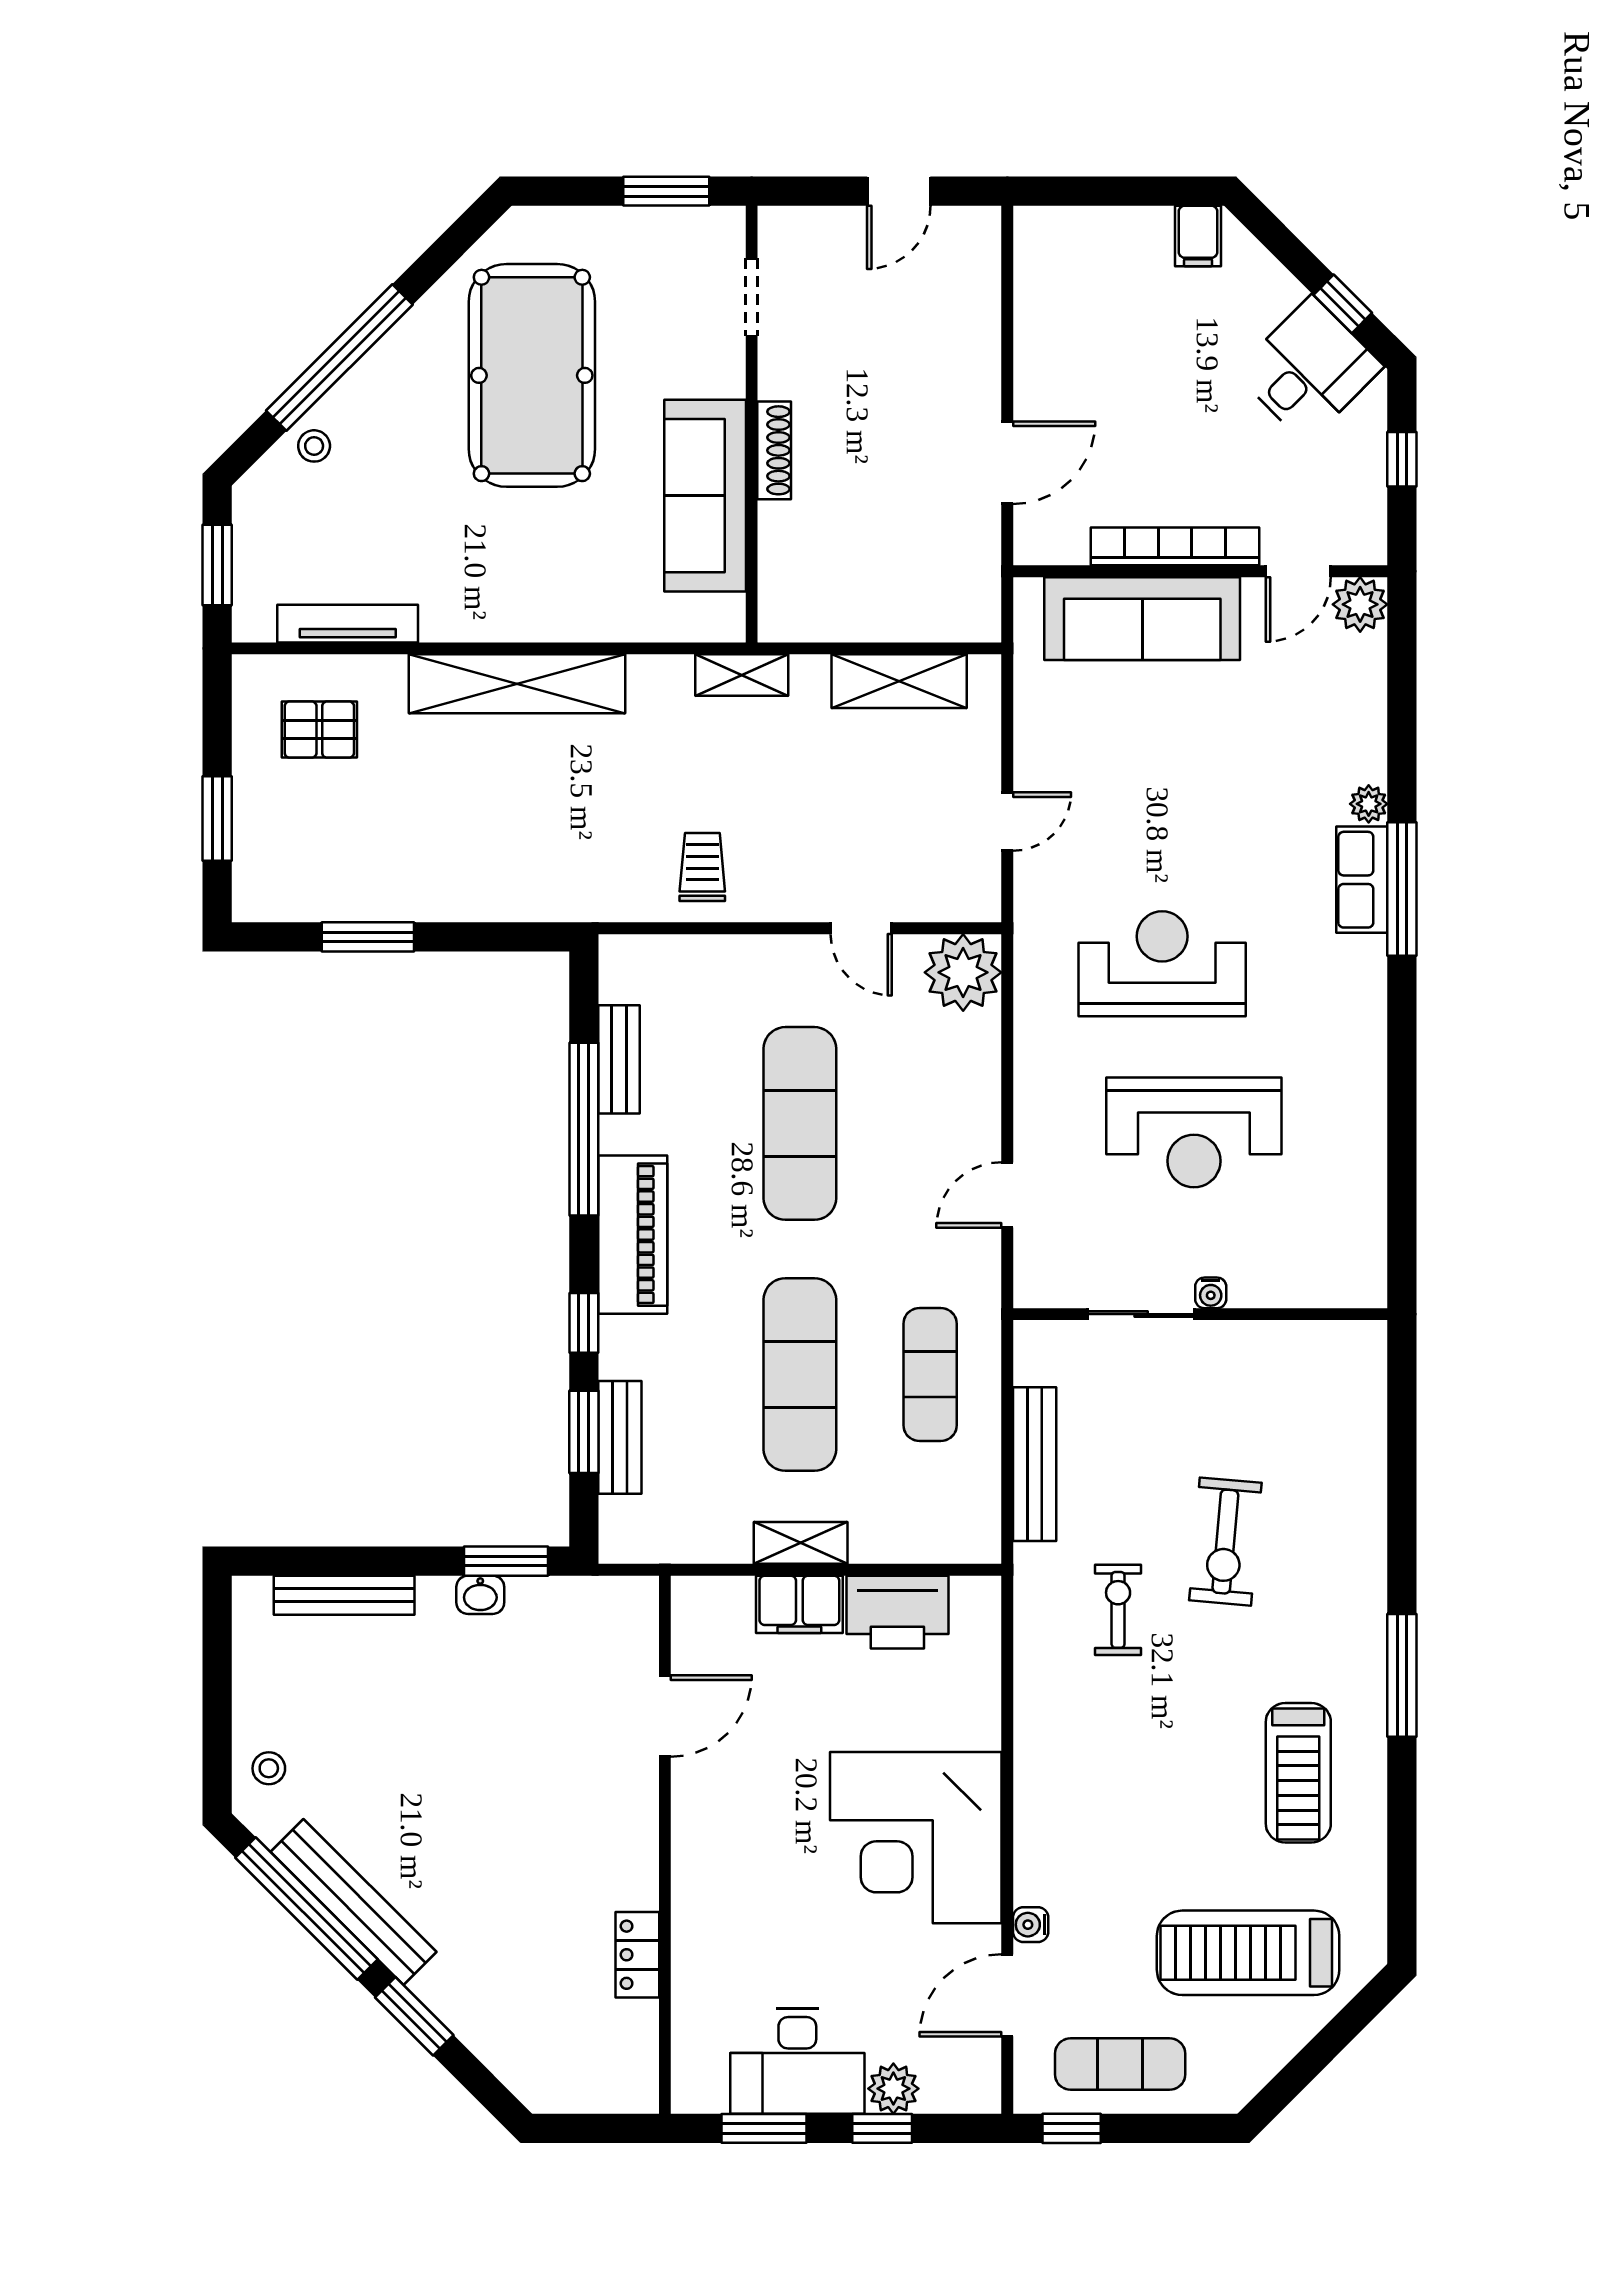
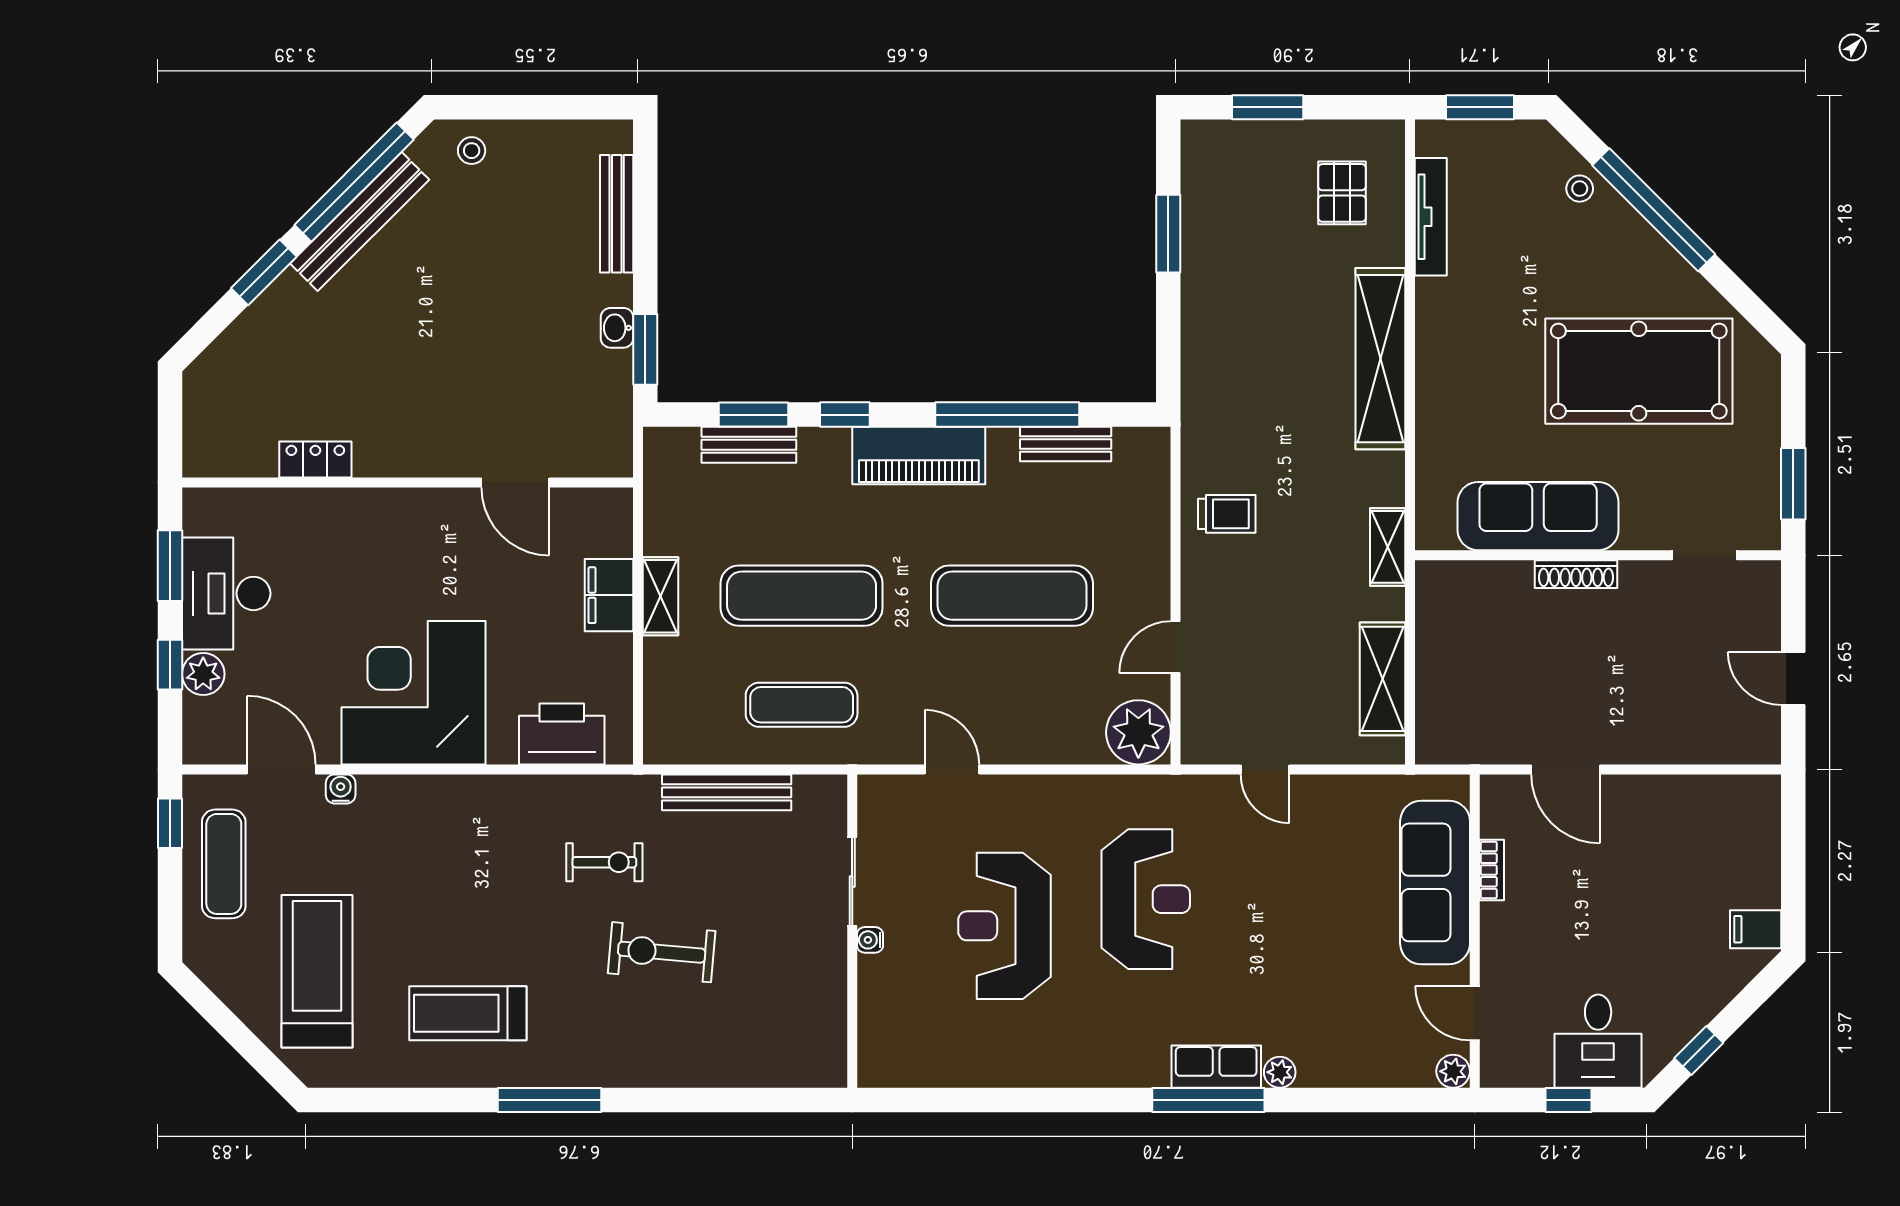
desk: (1309, 369) -> (1598, 1041), moved, turned 45
bookcase: (1175, 546) -> (1492, 870), width x0.43, depth x0.76
plant: (1360, 604) -> (1453, 1071), width x0.73, depth x0.73
printer: (897, 1612) -> (562, 734), moved, turned 90

